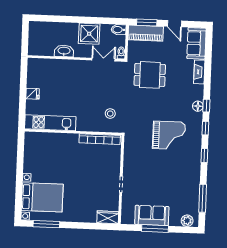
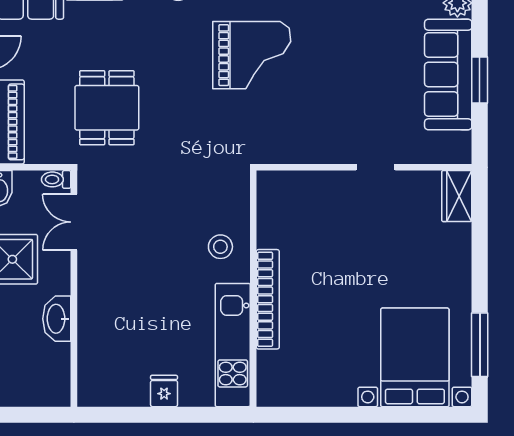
stool: (110, 114) -> (220, 247), moved
grand piano: (169, 135) -> (252, 55), turned 90
bookcase: (100, 139) -> (268, 299), moved
sofa: (152, 215) -> (448, 75), width x1.36
window: (155, 229) -> (480, 80), width x0.69

